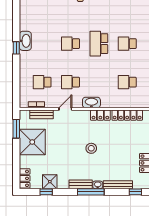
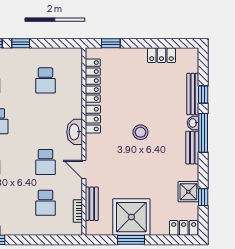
window: (16, 129) -> (131, 240), moved
window: (135, 192) -> (203, 94), moved

